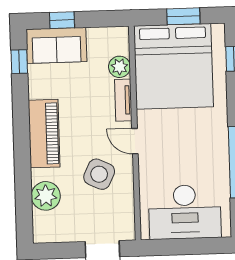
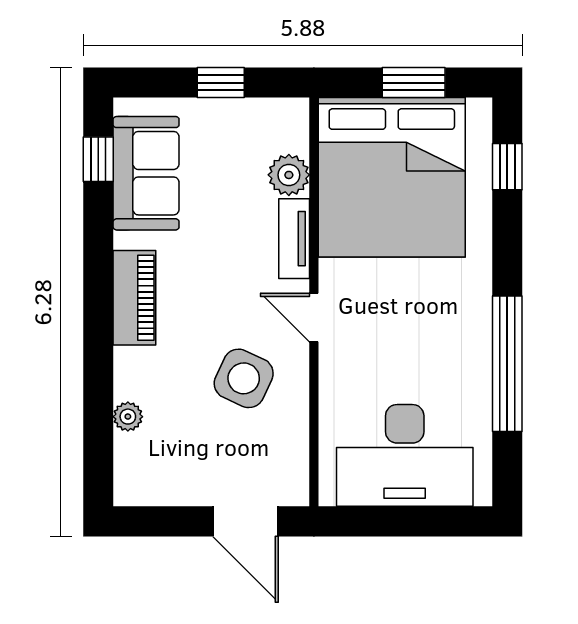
window: (62, 20) -> (221, 83), moved
sofa: (56, 45) -> (146, 173), moved, turned -90
piano: (44, 134) -> (134, 298), width x0.73, depth x0.75
plant: (46, 196) -> (128, 417), width x0.53, depth x0.53

